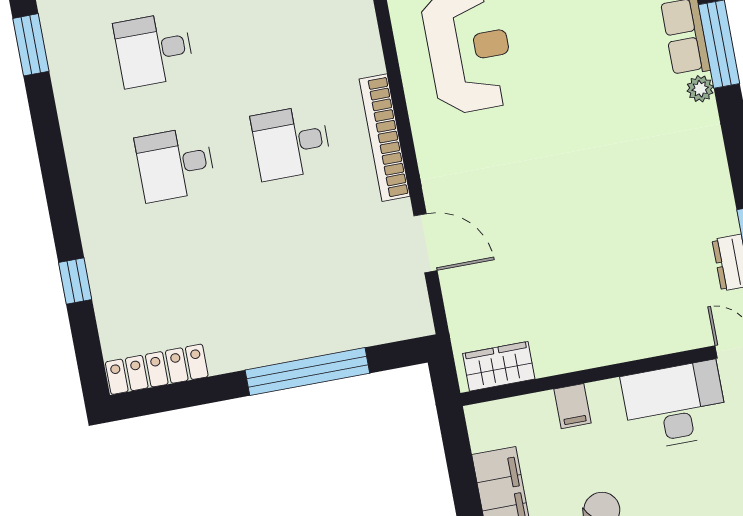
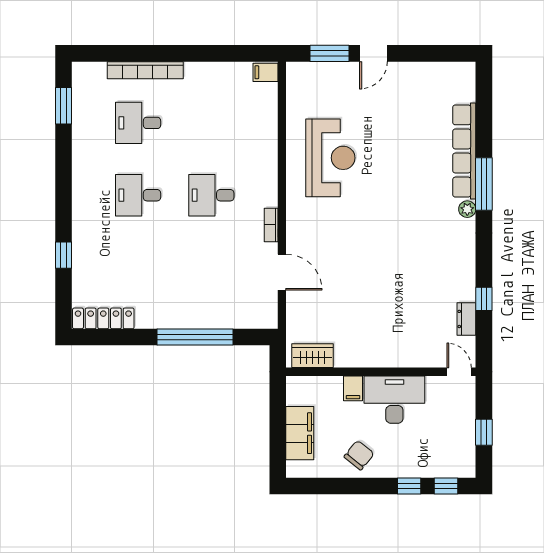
bookcase: (385, 138) -> (271, 225), width x0.43, depth x0.76
desk: (675, 405) -> (394, 400), moved

